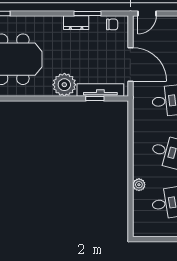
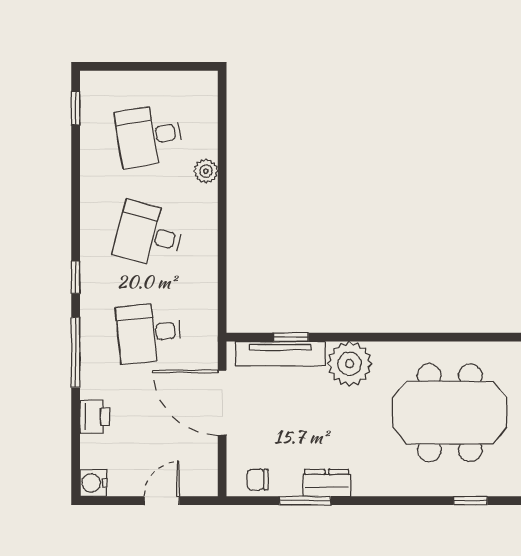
door: (147, 14) -> (162, 501), moved

